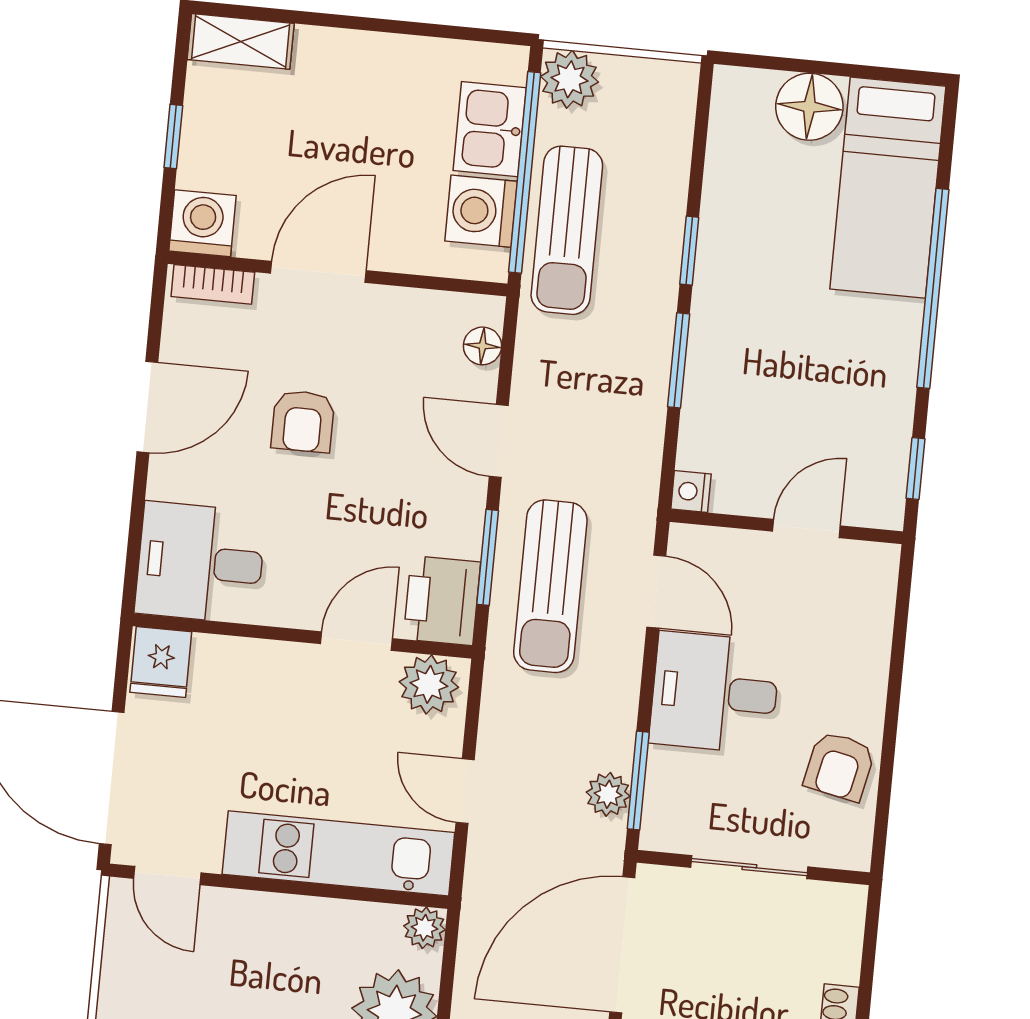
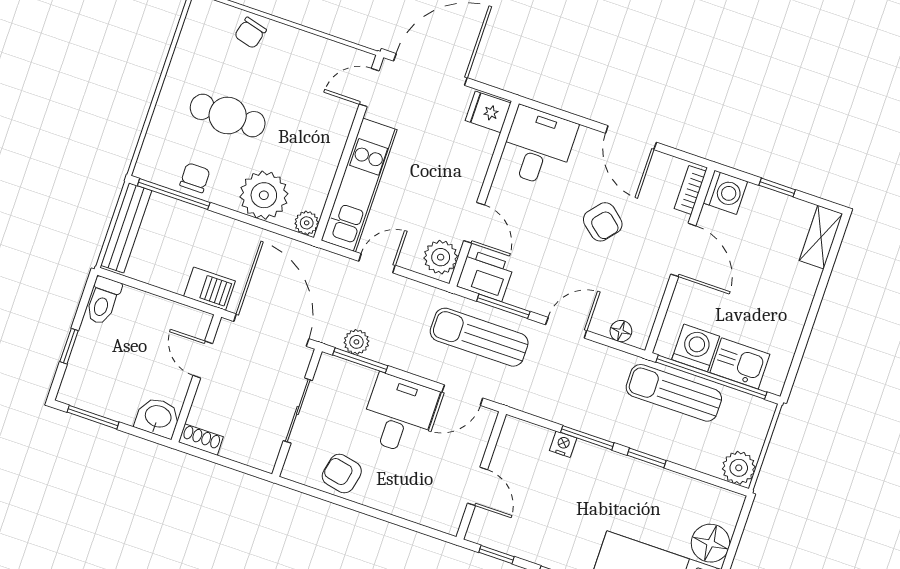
plant: (569, 79) -> (739, 468), moved
armchair: (303, 421) -> (603, 222), turned -140
nightstand: (691, 491) -> (563, 444), moved

